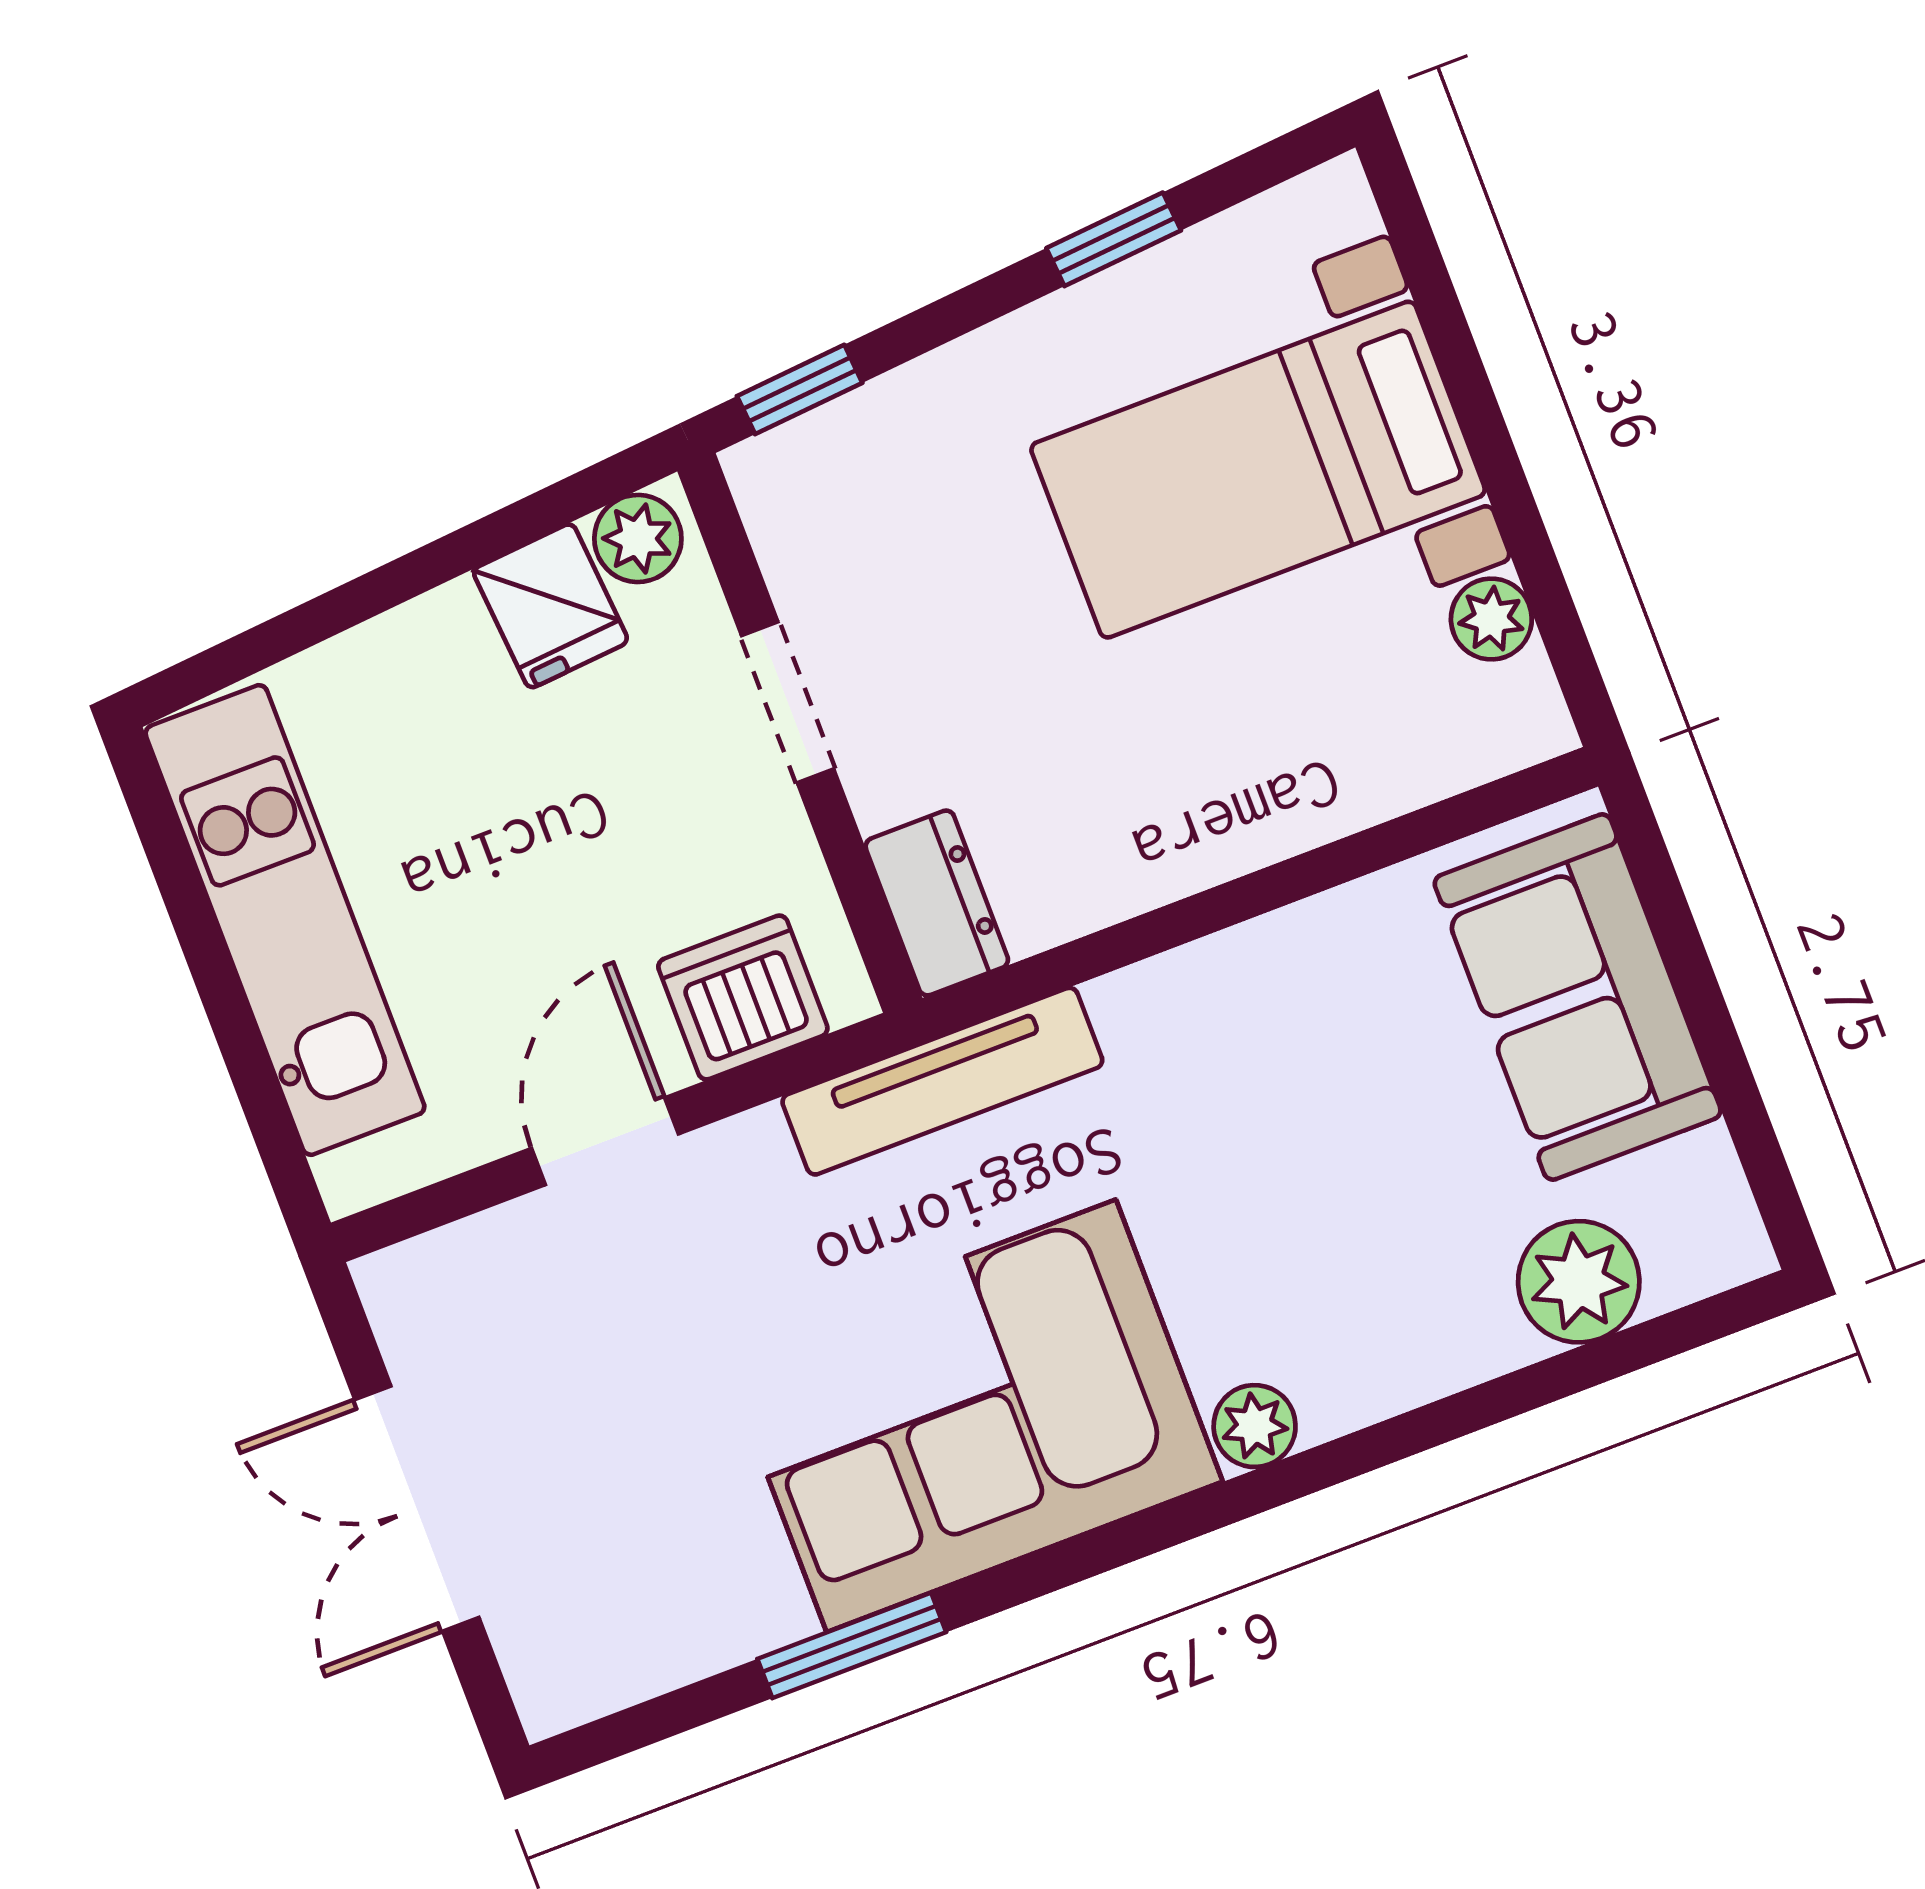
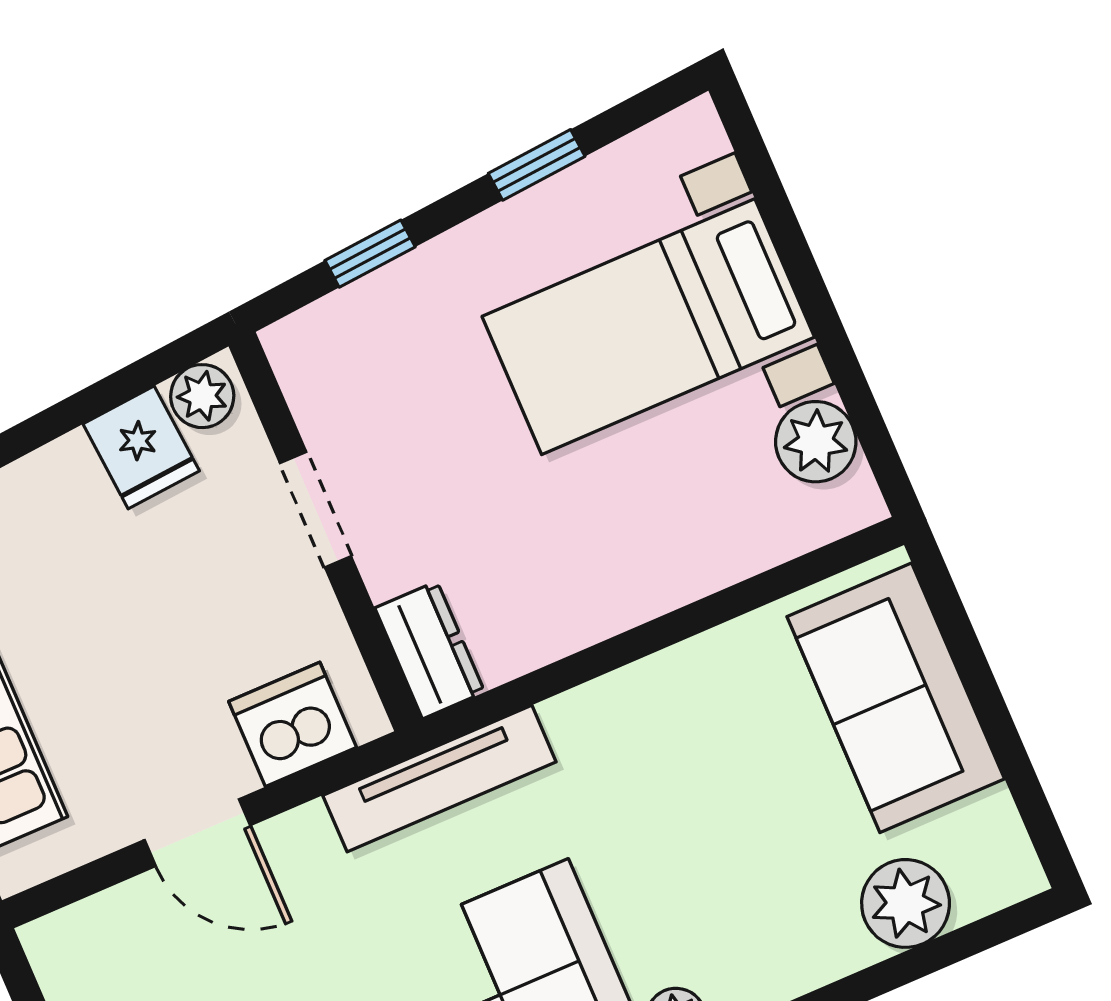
window: (800, 389) -> (370, 254), moved
plant: (1491, 619) -> (816, 442), width x1.38, depth x1.38
door: (605, 1141) -> (197, 833), swing flipped

